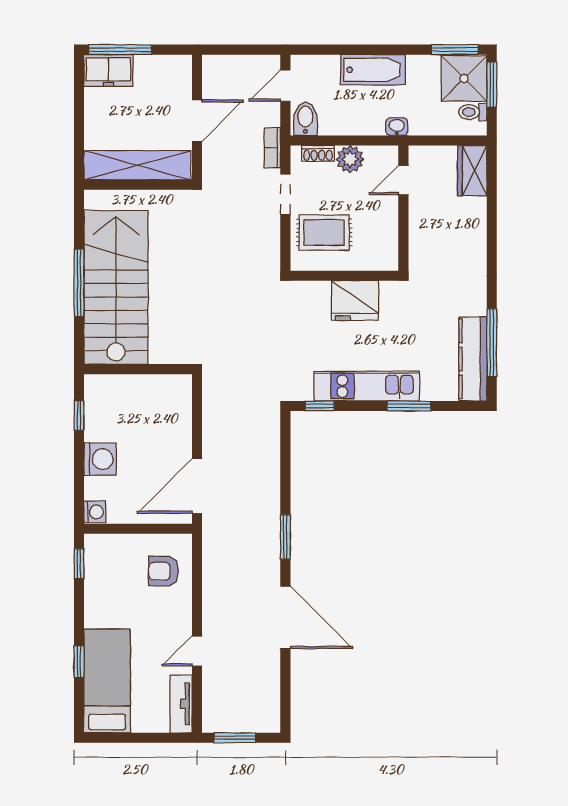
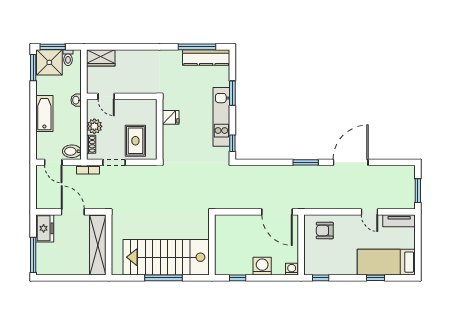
freezer: (108, 70) -> (45, 228), moved
fridge: (355, 301) -> (171, 117), width x0.53, depth x0.75
armchair: (164, 571) -> (325, 231), turned 90

